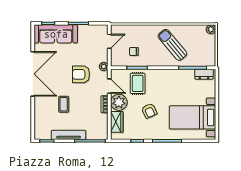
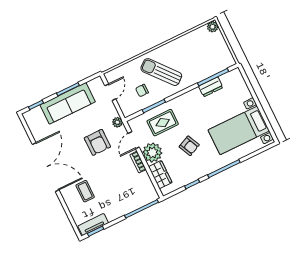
sofa: (56, 34) -> (68, 103), moved
sun lounger: (172, 45) -> (161, 72), moved
armchair: (81, 74) -> (97, 142), turned -90
dresser: (204, 74) -> (211, 87), moved
rug: (138, 83) -> (163, 123), turned 90
door: (109, 86) -> (134, 140), swing flipped
coffee table: (64, 104) -> (85, 191), moved
tv unit: (69, 135) -> (93, 225), moved, width x0.71

